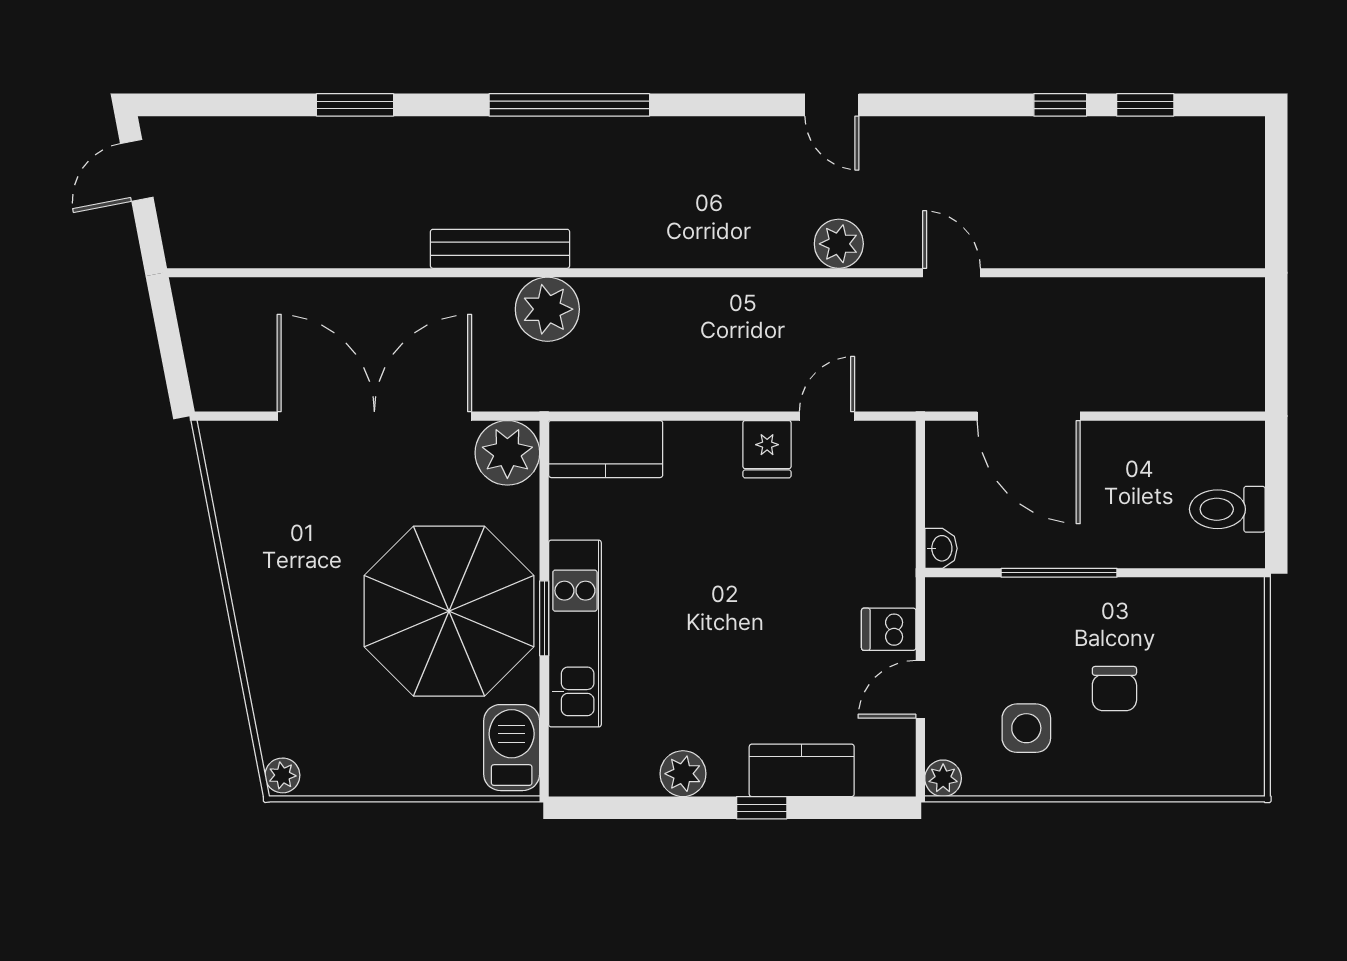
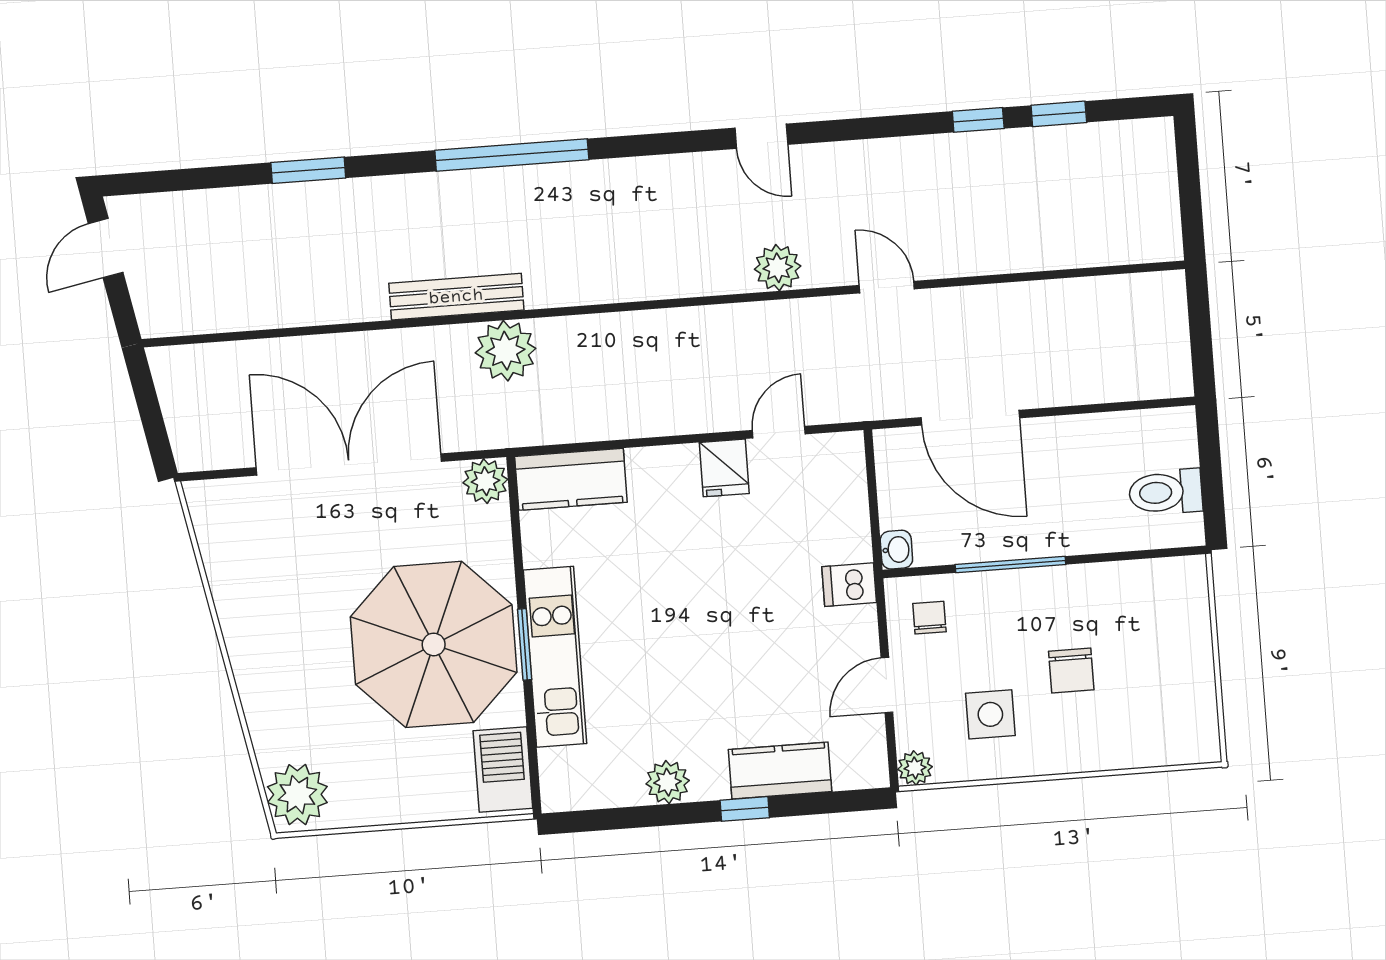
plant: (507, 453) -> (485, 481), width x0.73, depth x0.73
chair: (970, 622) -> (929, 618), added
dishwasher: (889, 629) -> (849, 585), moved
plant: (282, 775) -> (297, 795), width x1.88, depth x1.88

